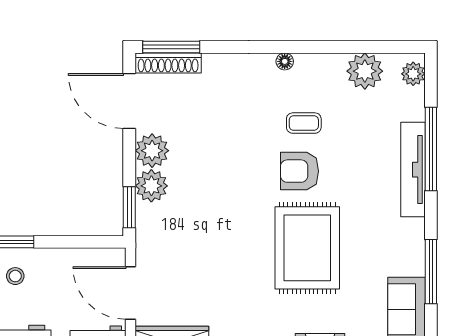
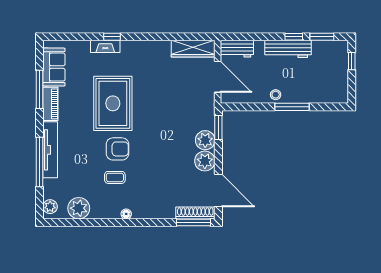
piano: (413, 247) -> (50, 104), added
stool: (15, 276) -> (276, 95), moved

